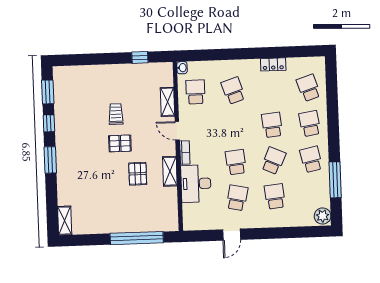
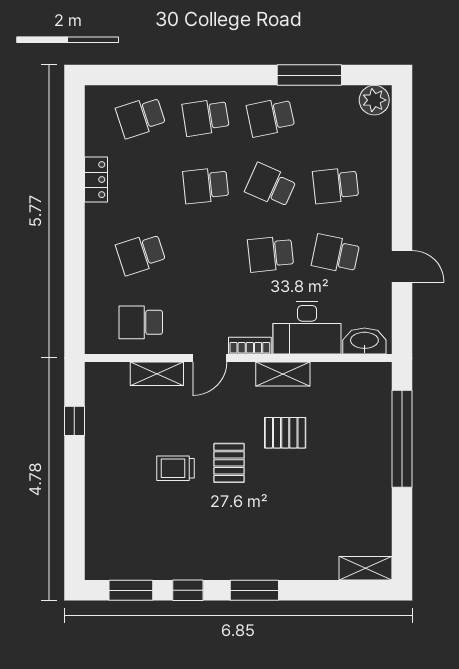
washbasin: (182, 68) -> (364, 341), moved, width x1.91, depth x1.45

